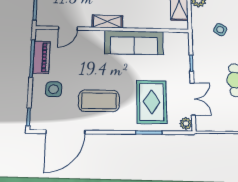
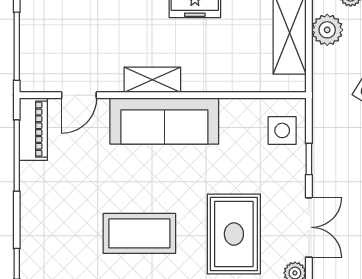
sofa: (134, 43) -> (164, 121), moved
piano: (41, 57) -> (33, 129), moved
side table: (54, 89) -> (282, 130), moved

